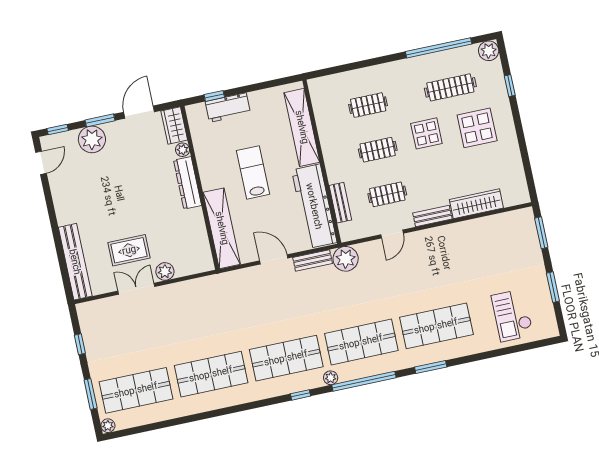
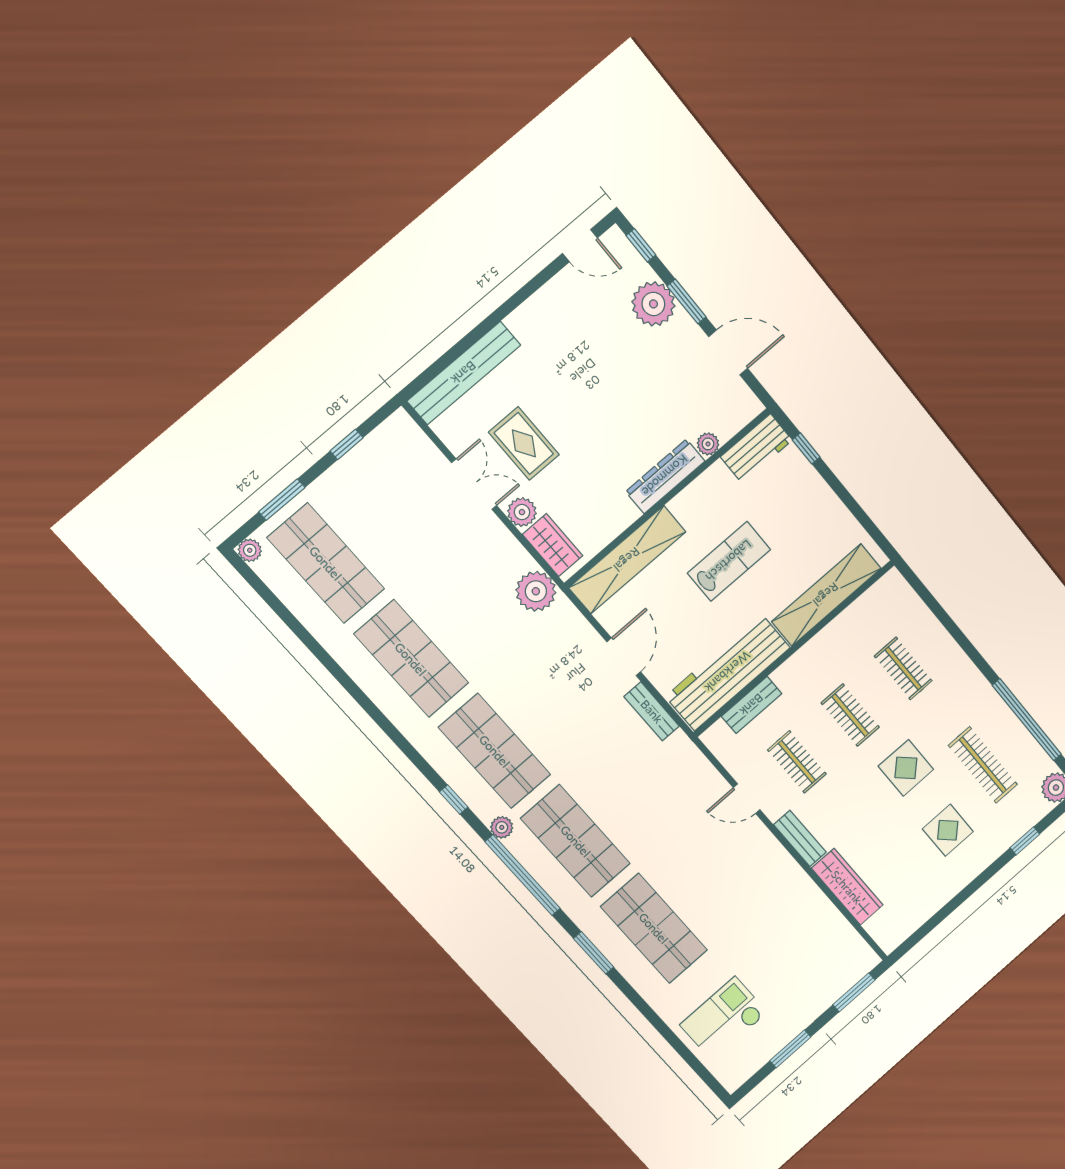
workbench: (228, 108) -> (756, 449), moved, turned -90
wardrobe: (174, 126) -> (553, 545), moved, turned 90
display table: (477, 128) -> (948, 830), width x0.73, depth x0.73
plant: (346, 259) -> (536, 591), moved

